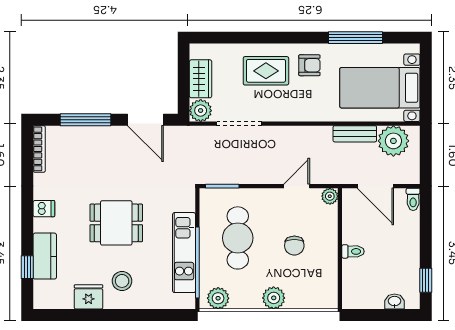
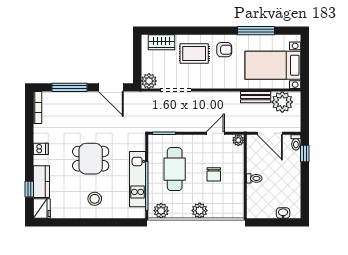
wardrobe: (201, 79) -> (161, 42), moved, turned 90
window: (426, 280) -> (305, 154), moved
fridge: (89, 297) -> (42, 208), moved, turned 90

